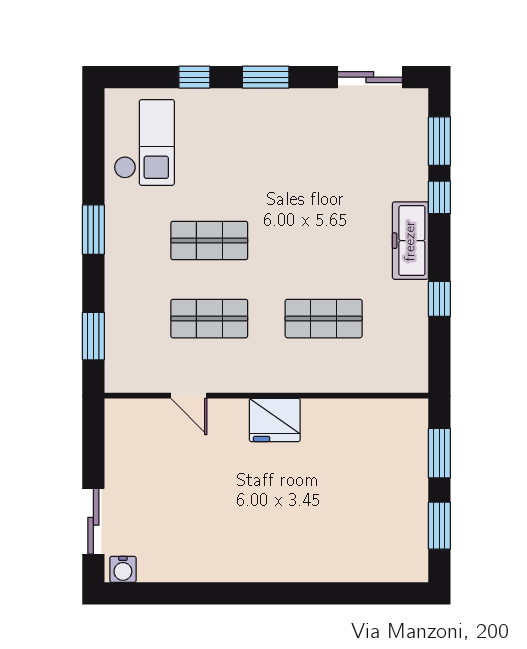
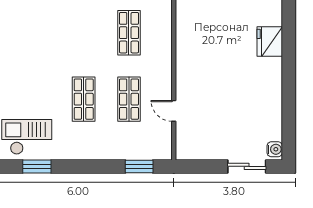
window: (93, 230) -> (37, 166), moved
door: (189, 396) -> (174, 111), swing flipped
fridge: (275, 420) -> (270, 41), moved, turned 180

